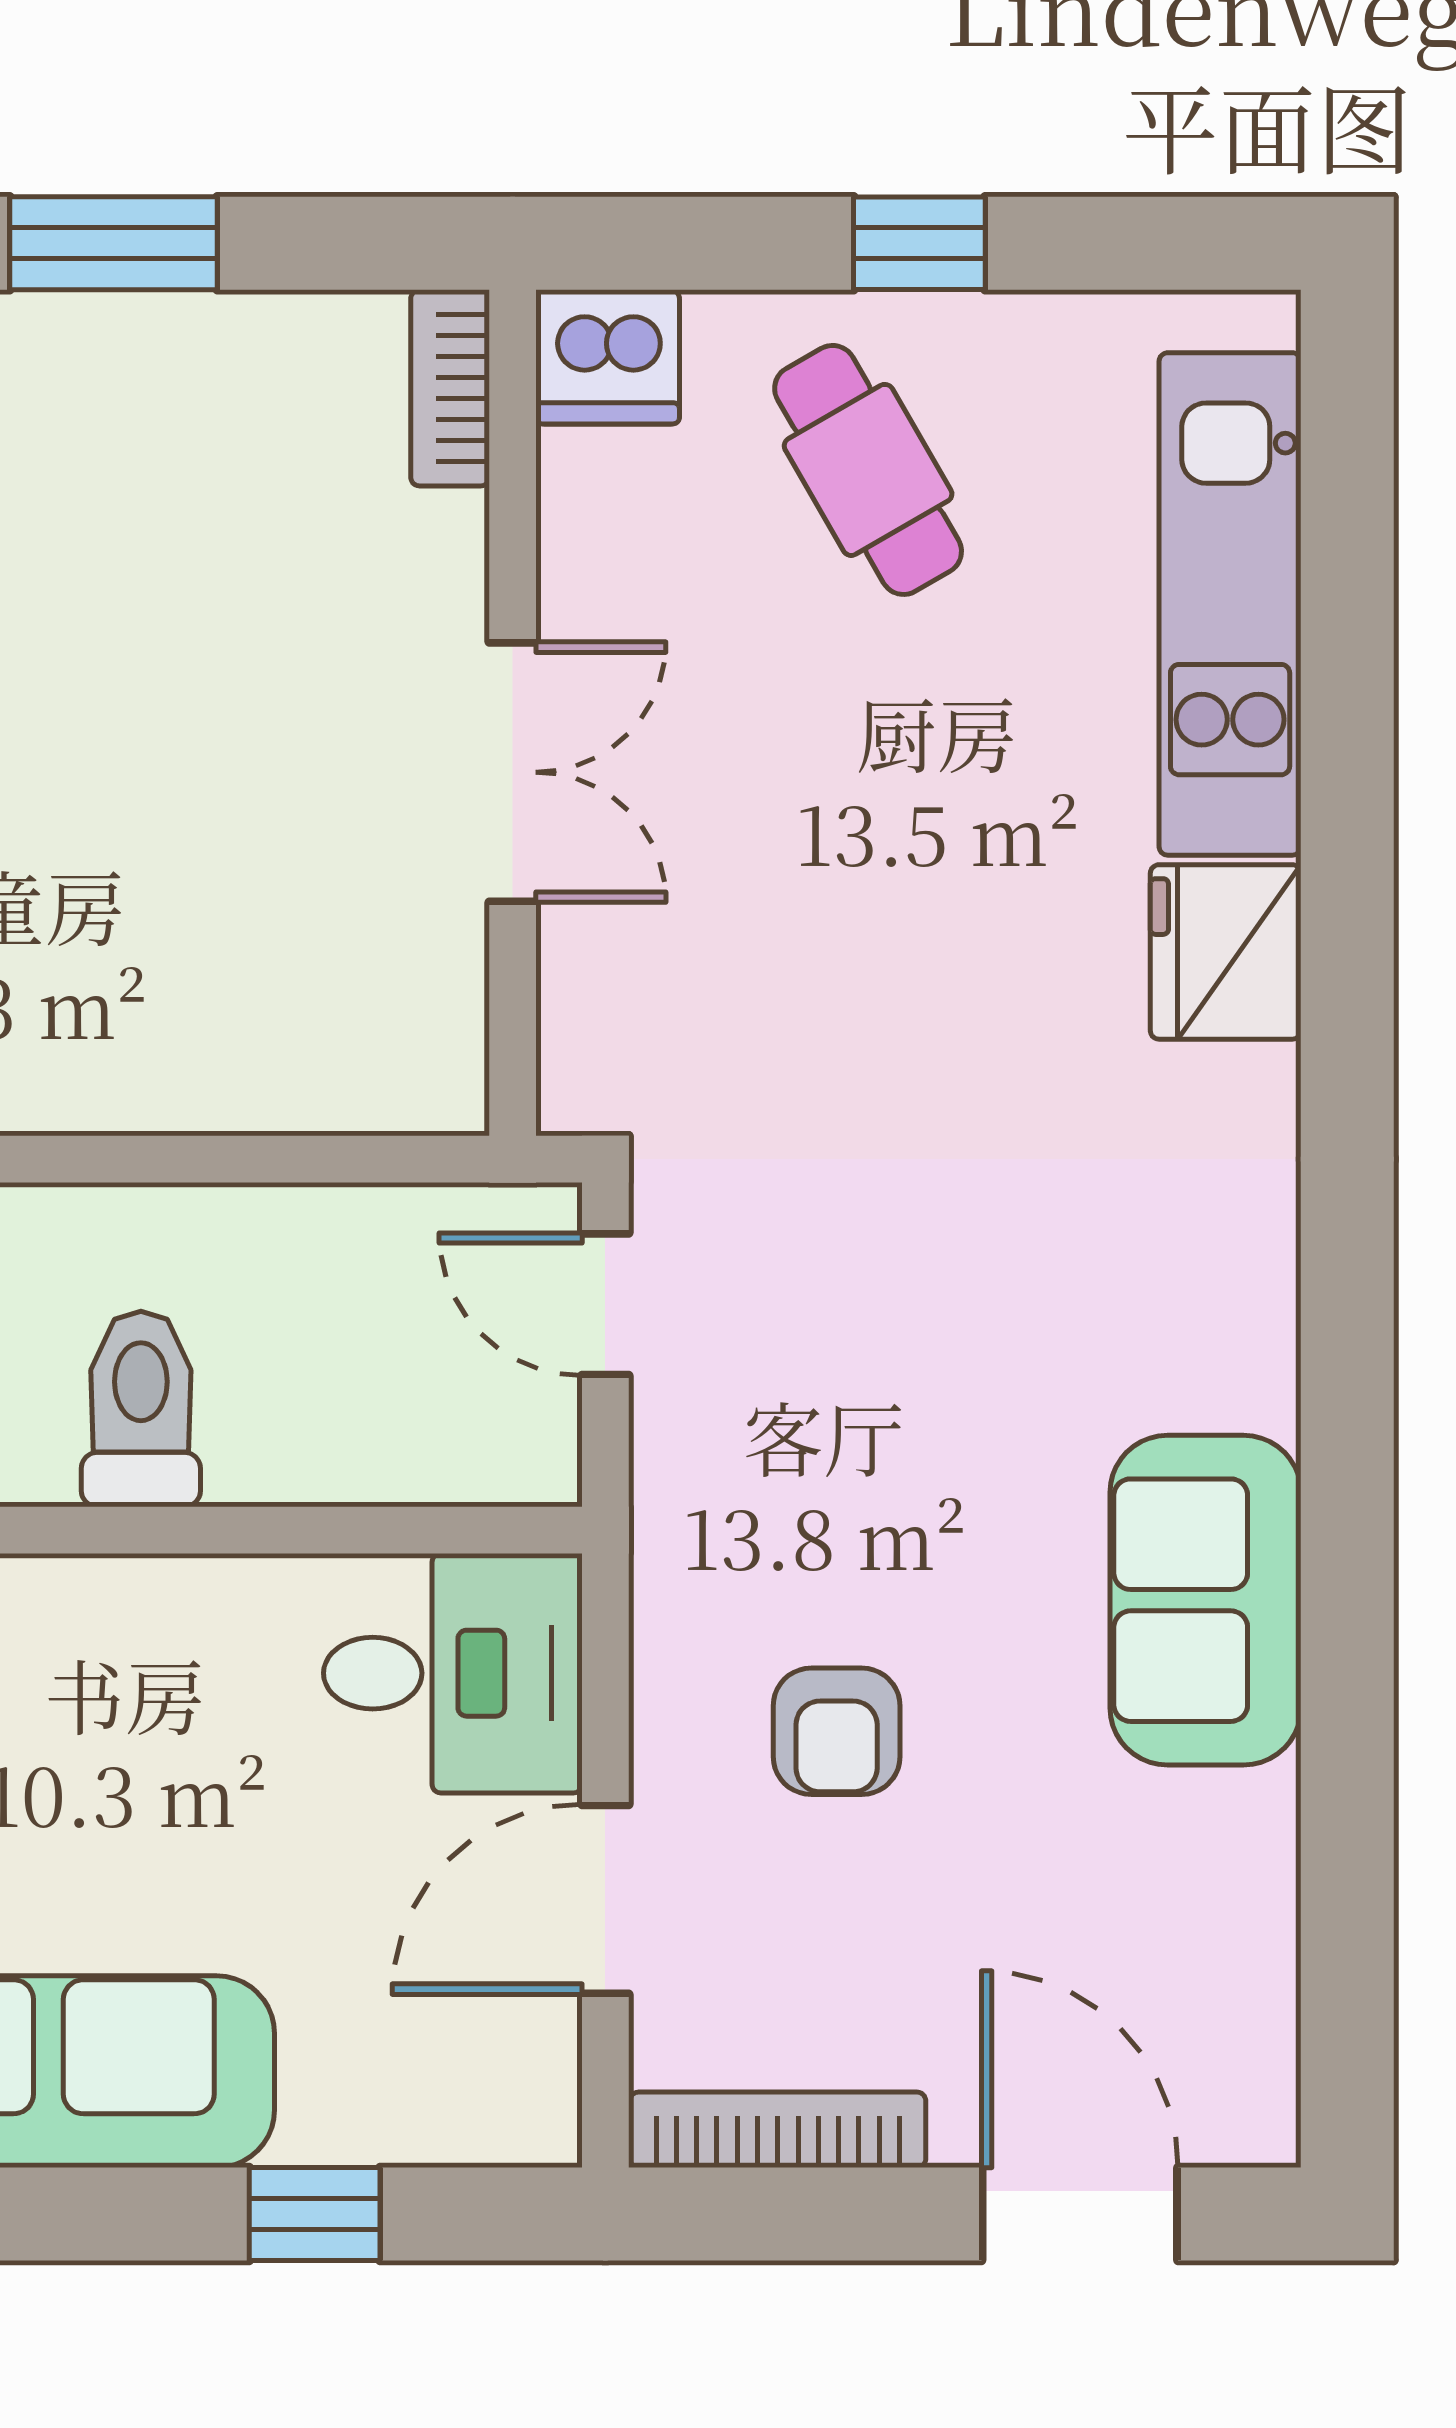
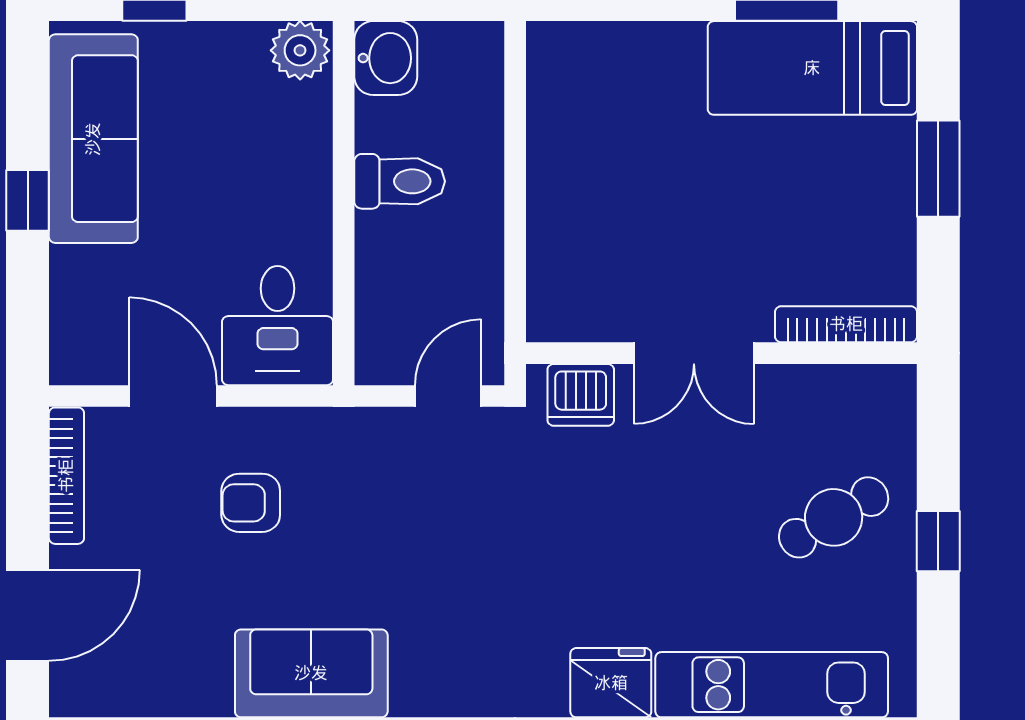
dishwasher: (608, 357) -> (581, 395), moved, turned -90
bookcase: (450, 388) -> (846, 324), width x1.56
window: (315, 2214) -> (28, 200), moved

